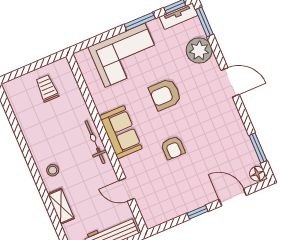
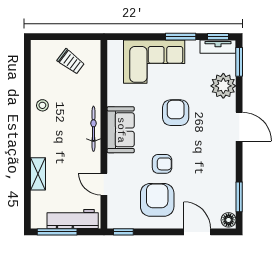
trolley: (47, 88) -> (71, 62), turned 127
armchair: (165, 94) -> (176, 113), turned 90
armchair: (173, 148) -> (162, 164), turned -90
stool: (53, 170) -> (42, 105), moved
armchair: (183, 183) -> (157, 200), added
window: (198, 212) -> (123, 232), moved

